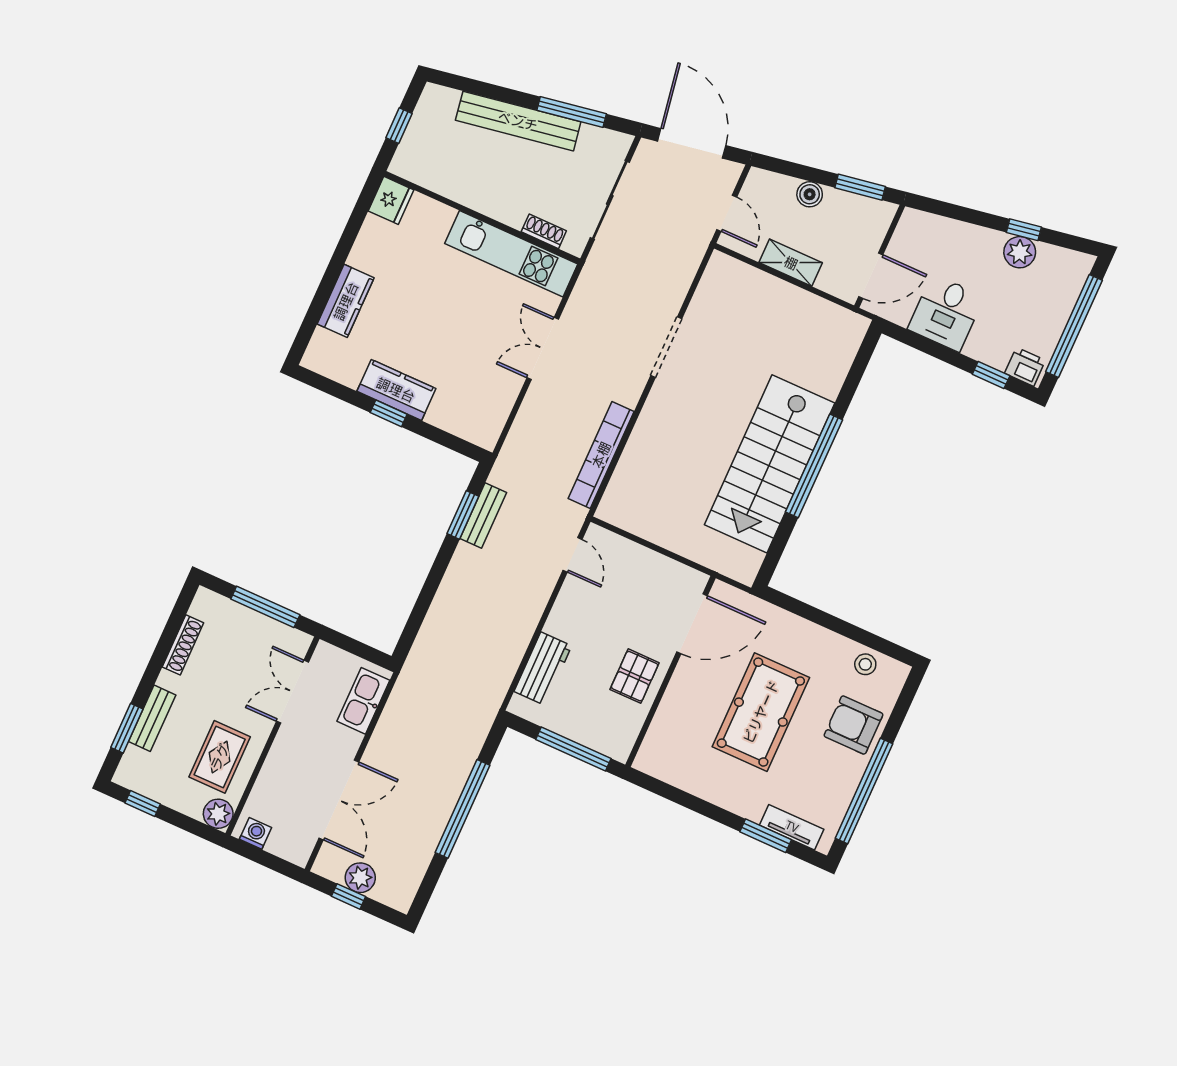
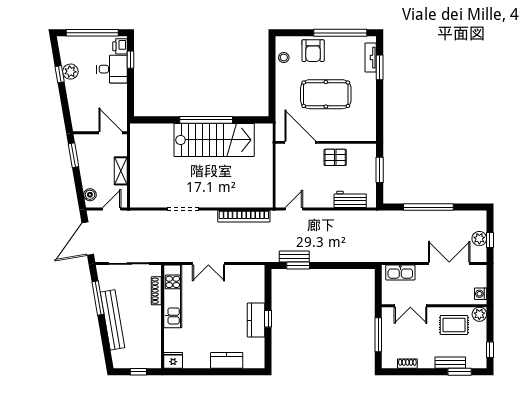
boiler: (810, 194) -> (90, 195), moved
shoe rack: (544, 231) -> (156, 291), width x1.43
desk: (946, 313) -> (112, 69), moved
shoe rack: (183, 645) -> (407, 364), width x0.70
window: (573, 749) -> (380, 170), width x0.69

